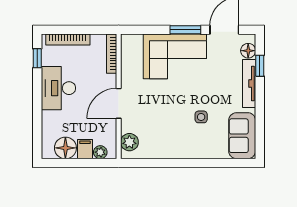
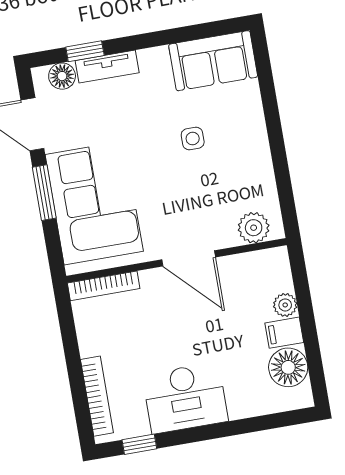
bookcase: (112, 54) -> (104, 286), moved
tv unit: (249, 83) -> (107, 67), width x0.71
wall: (119, 96) -> (176, 261), moved
door: (119, 103) -> (189, 258), moved
plant: (129, 142) -> (254, 228), moved

